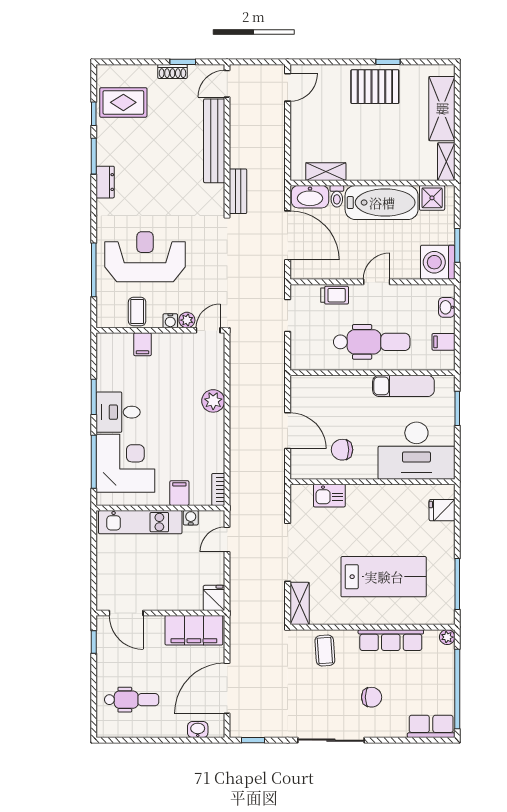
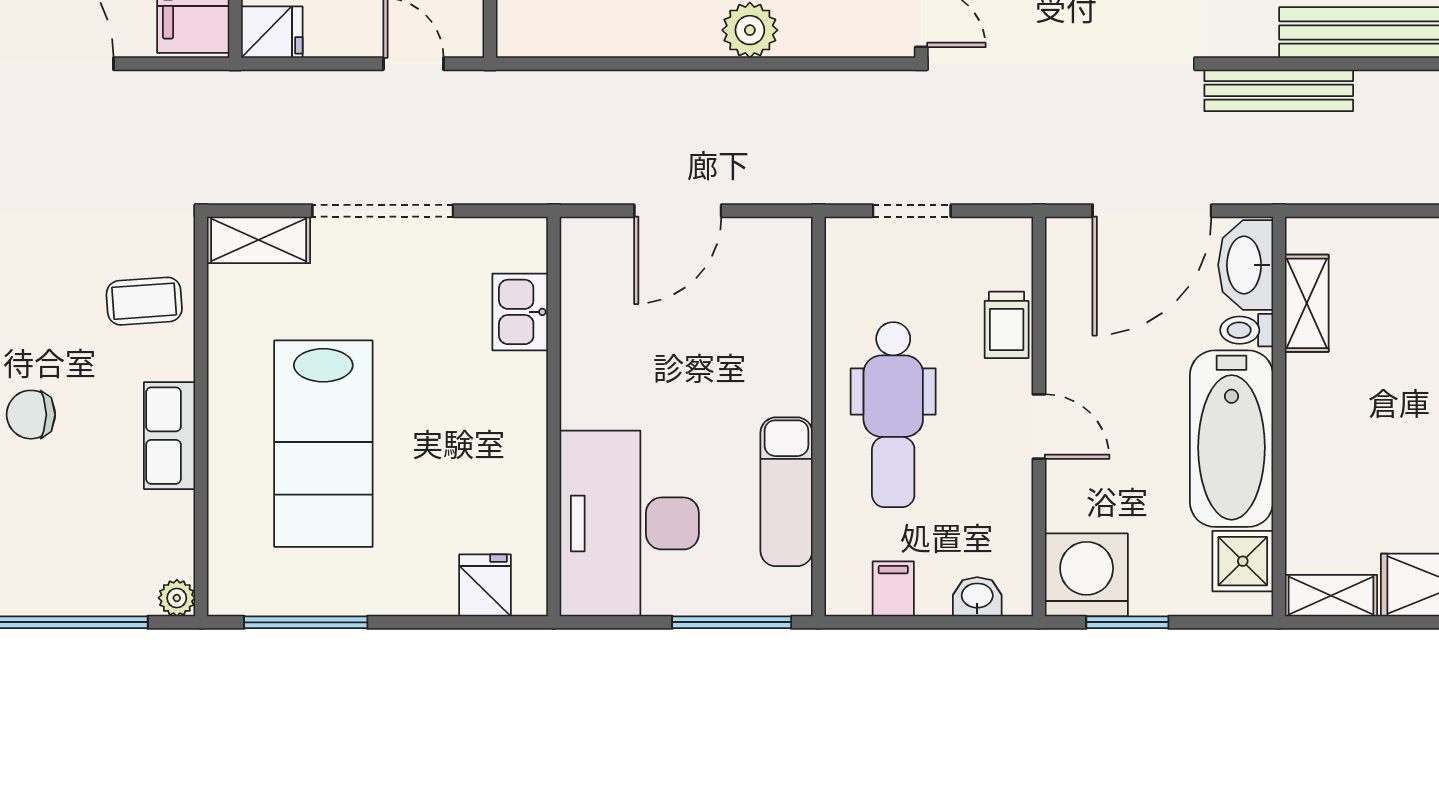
bench: (238, 191) -> (1279, 90), width x1.36
doorway: (288, 316) -> (912, 211), moved
window: (457, 408) -> (732, 622), width x1.44
chair: (342, 450) -> (632, 343), removed
bookcase: (218, 489) -> (535, 42), removed
row of seats: (391, 640) -> (170, 436), width x0.68
chair: (372, 697) -> (31, 415), turned 90

